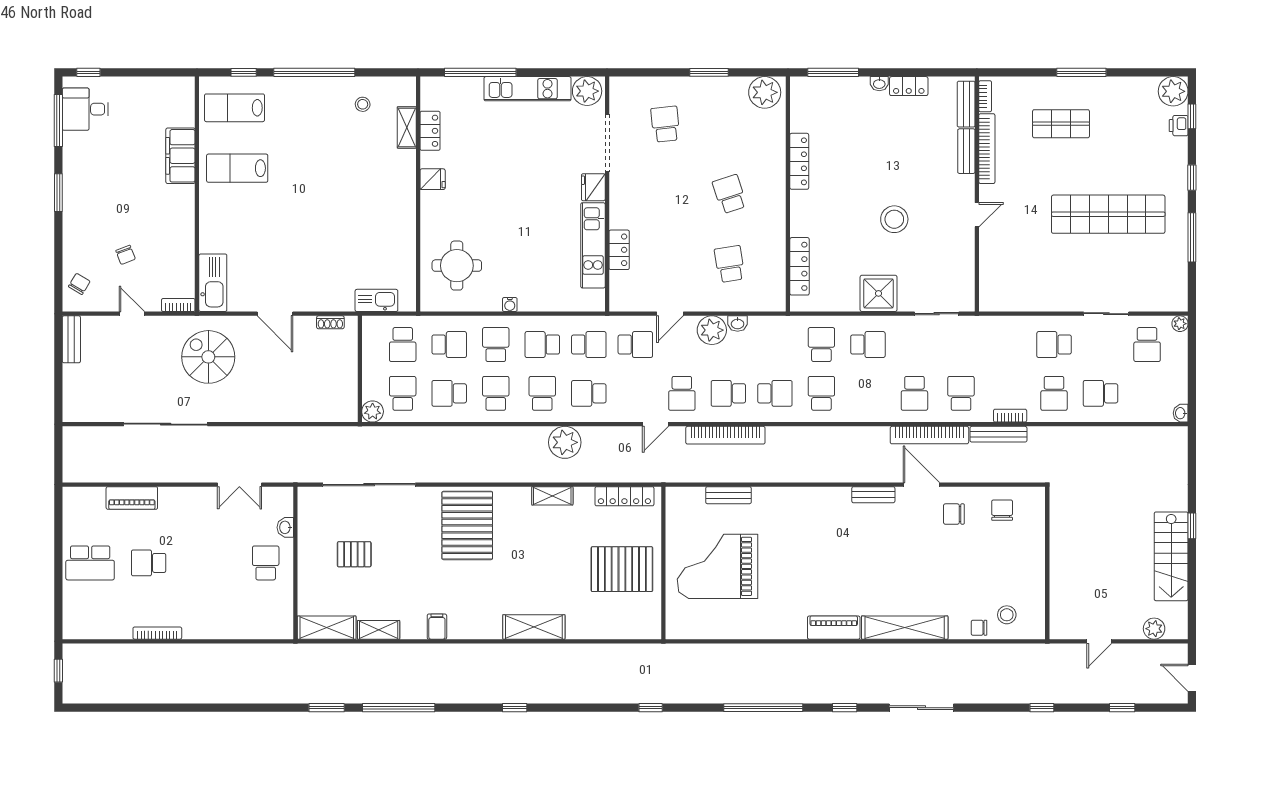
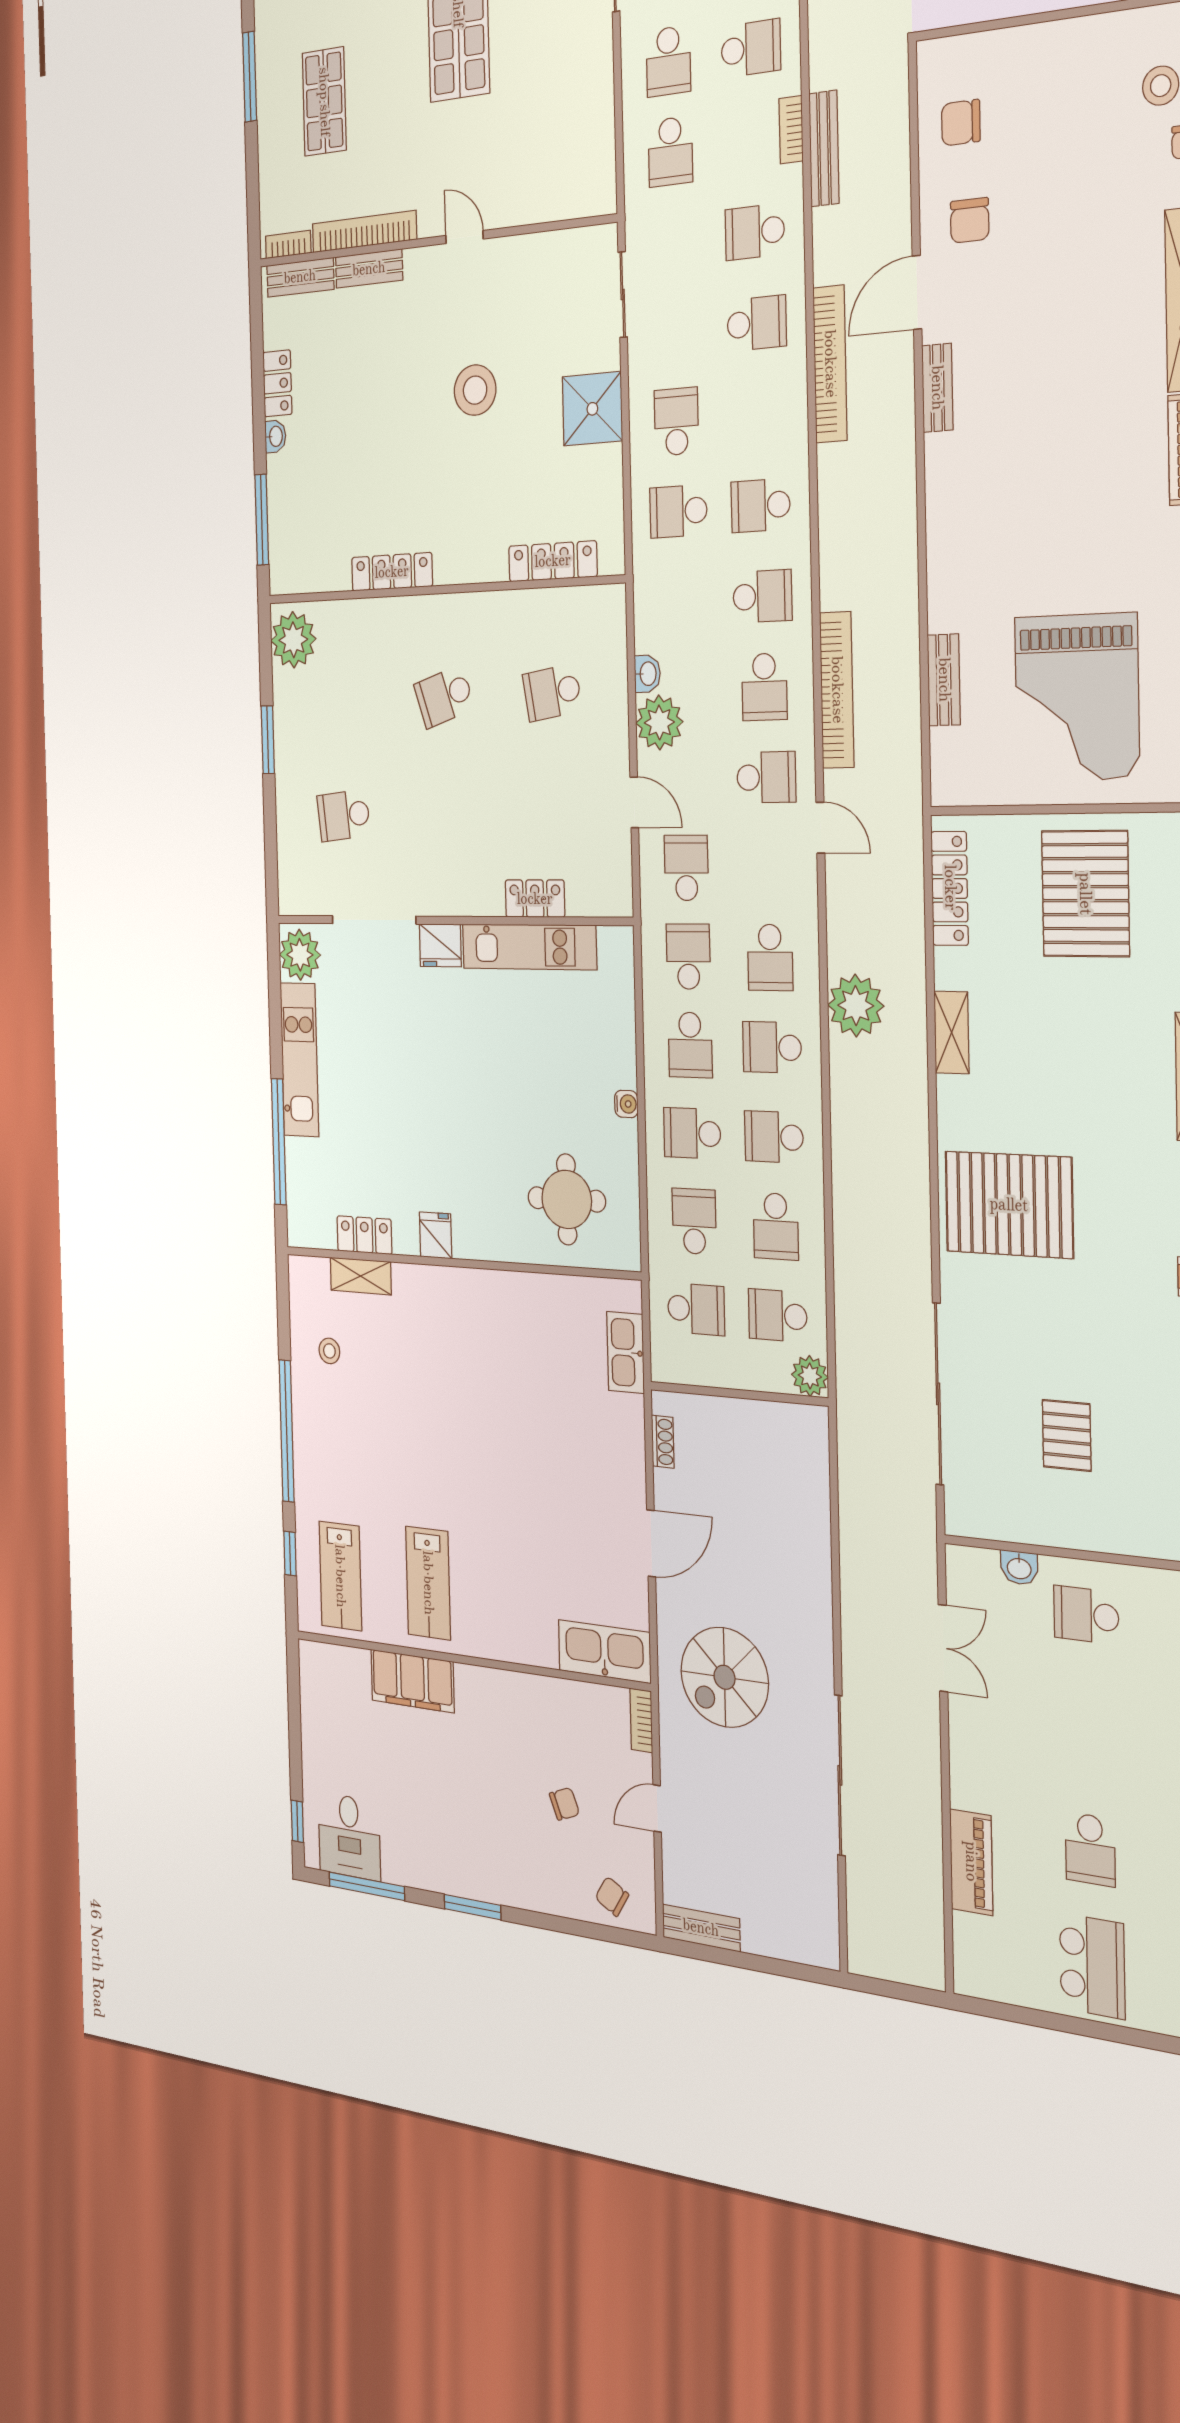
school desk: (1007, 345) -> (670, 152), added
school desk: (775, 393) -> (762, 596), turned 90
bookcase: (929, 435) -> (830, 364), moved

